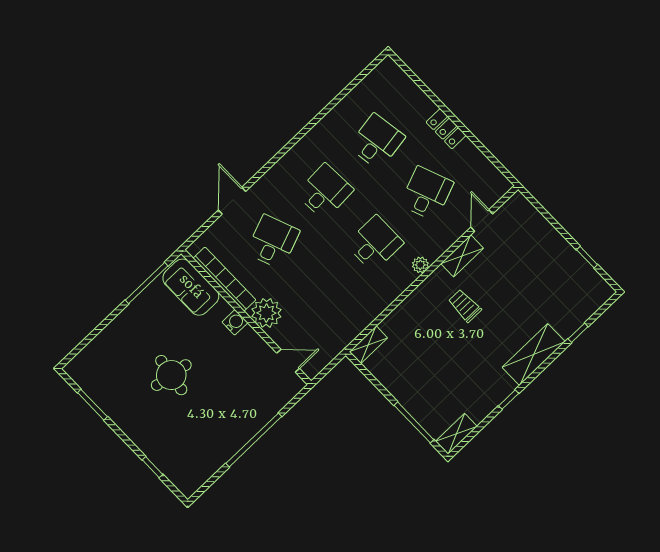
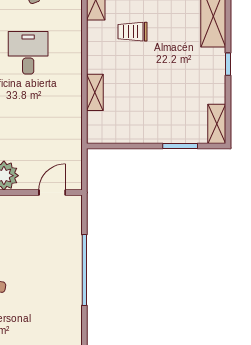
plant: (420, 265) -> (74, 35), removed
shelving: (368, 345) -> (95, 92), moved
window: (414, 422) -> (180, 146), width x0.69

